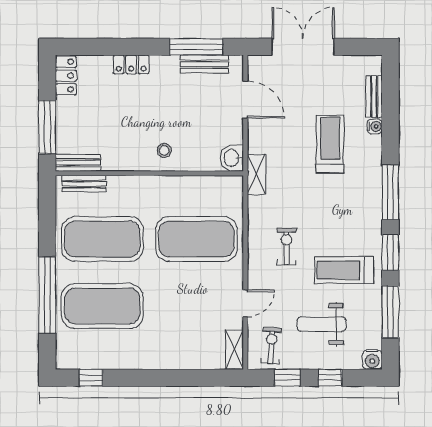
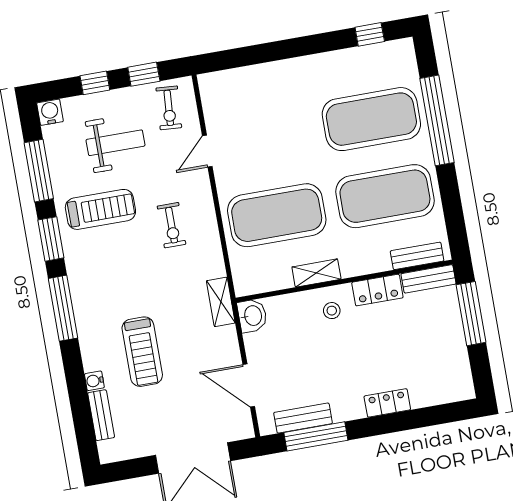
locker: (66, 76) -> (377, 290), moved, turned -90
shelving: (234, 350) -> (316, 273), moved, turned 90

